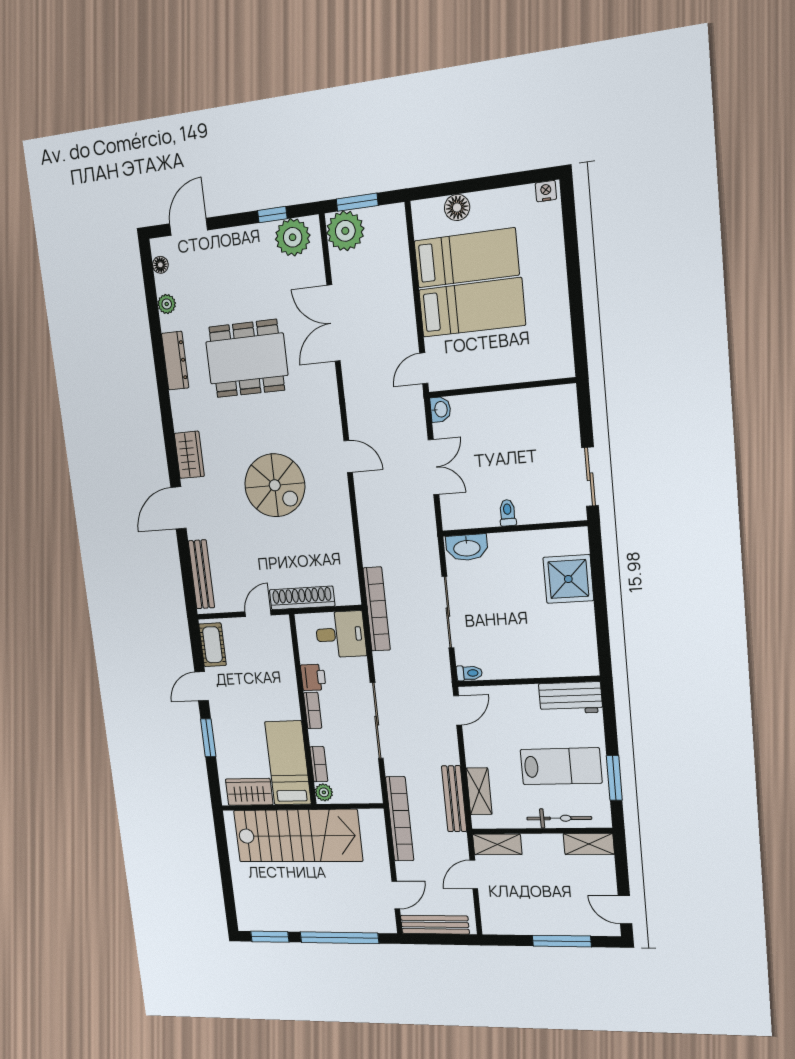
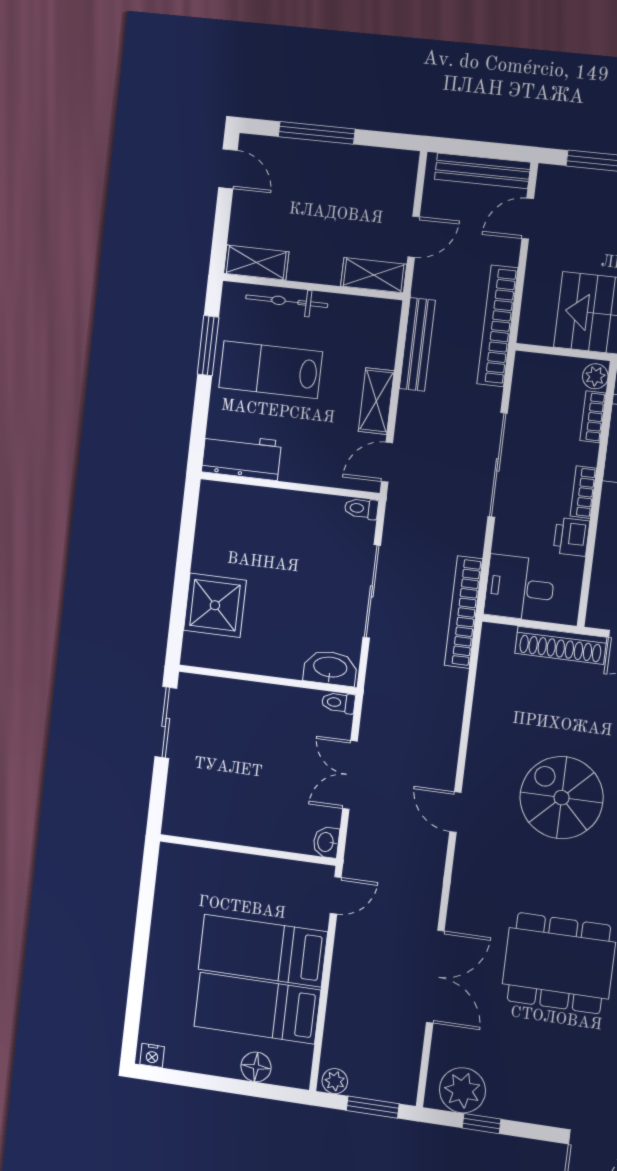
plant: (345, 231) -> (335, 1081), moved, width x0.53, depth x0.53
toilet: (508, 513) -> (338, 703), moved, turned 90
shelving: (479, 791) -> (376, 401), moved

